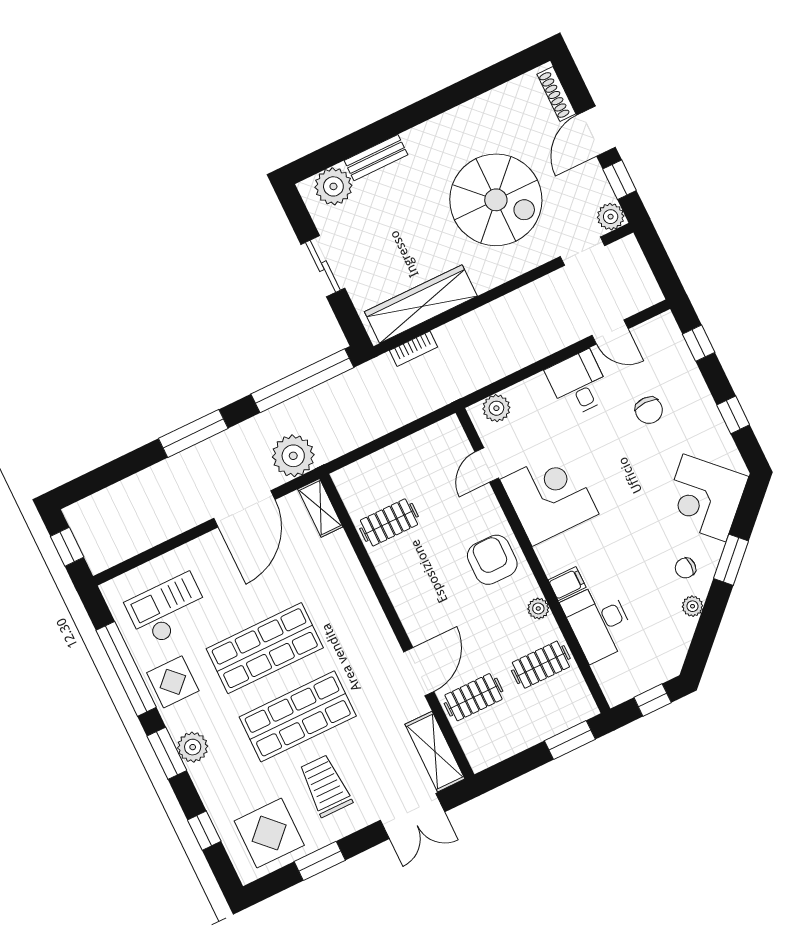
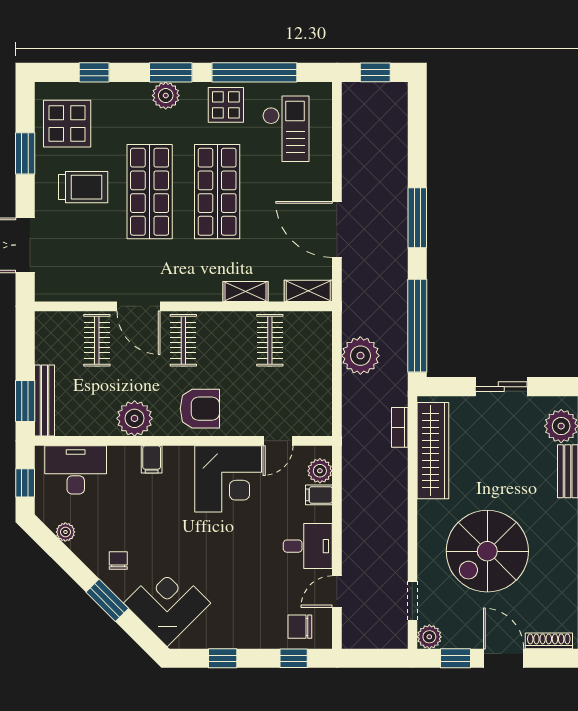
filing cabinet: (521, 397) -> (319, 495), added
chair: (649, 410) -> (300, 627), moved
plant: (293, 456) -> (360, 356), moved
door: (487, 465) -> (278, 441), swing flipped
plant: (693, 606) -> (65, 532), moved
plant: (538, 608) -> (135, 418), width x1.88, depth x1.88
desk: (599, 622) -> (76, 470), moved
clothes rail: (541, 665) -> (183, 340), moved
bench: (560, 721) -> (44, 401), added
shelving: (435, 752) -> (245, 291), moved, width x0.67, depth x0.75

